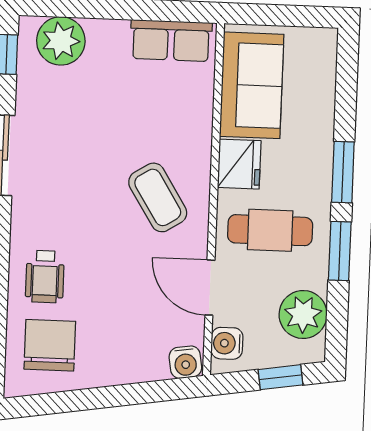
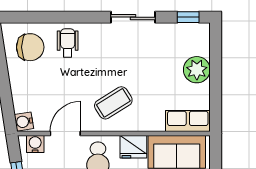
plant: (61, 41) -> (197, 70), moved
row of seats: (171, 41) -> (188, 121), moved, turned 90
wheelchair: (45, 277) -> (68, 43), turned 90

